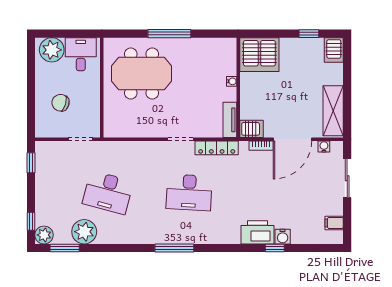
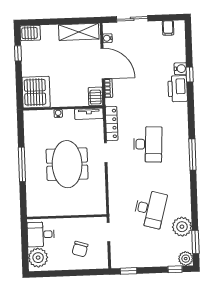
meeting table: (141, 73) -> (67, 164), moved

